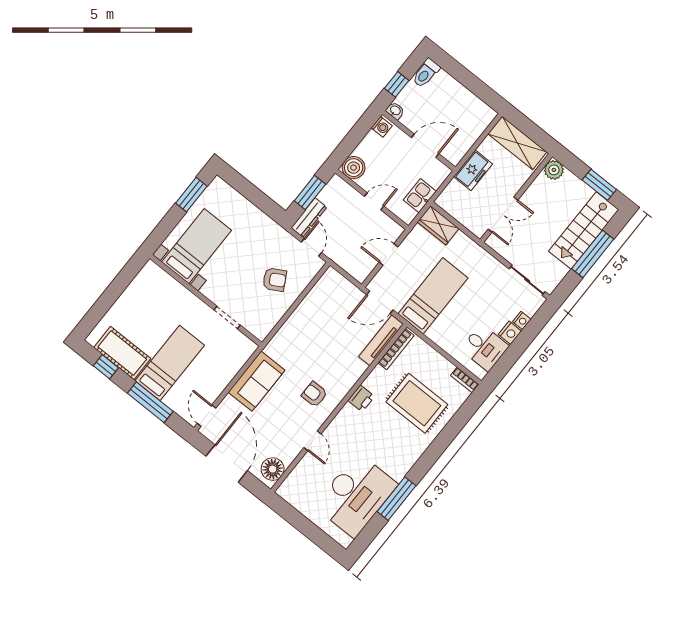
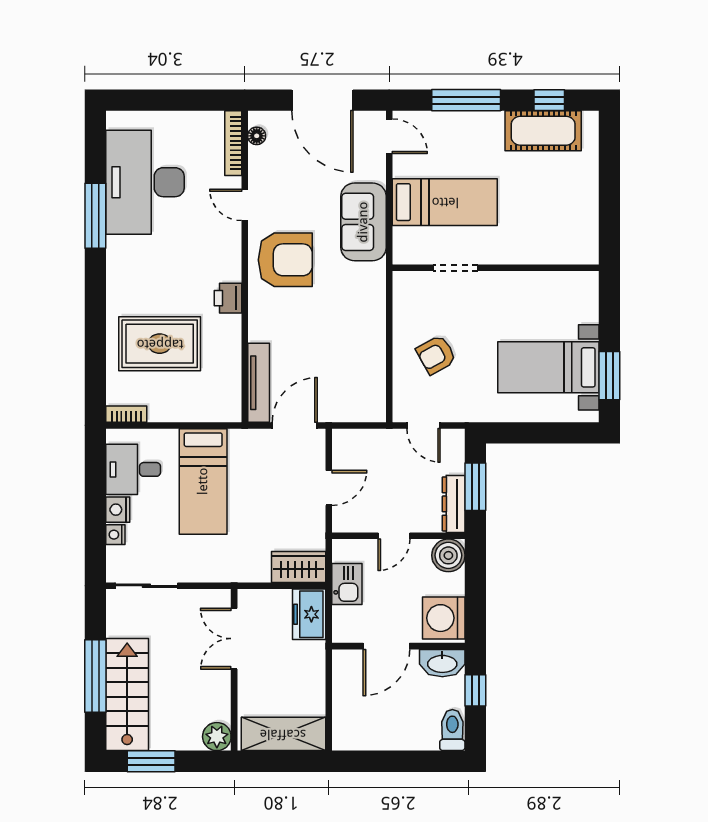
washbasin: (395, 111) -> (442, 663), width x1.91, depth x1.45
washing machine: (382, 127) -> (444, 618), width x1.89, depth x1.89
freezer: (473, 170) -> (309, 614), moved
dresser: (309, 218) -> (454, 504), moved
bed with nightstands: (197, 246) -> (548, 367), moved, turned 90
bed: (433, 296) -> (203, 481), moved
bookcase: (396, 349) -> (233, 143), moved
bed: (170, 363) -> (445, 202), moved, turned -90
armchair: (314, 394) -> (285, 260), width x1.88, depth x1.88
floor lamp: (273, 469) -> (257, 136), width x0.53, depth x0.53

